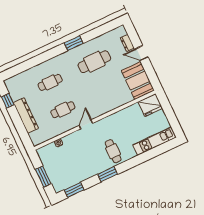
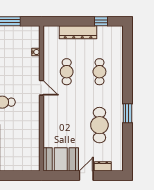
fridge: (150, 105) -> (31, 160), removed

